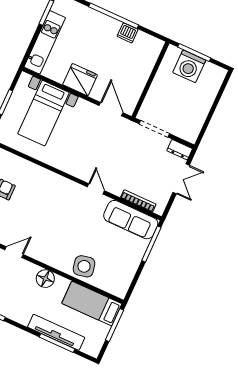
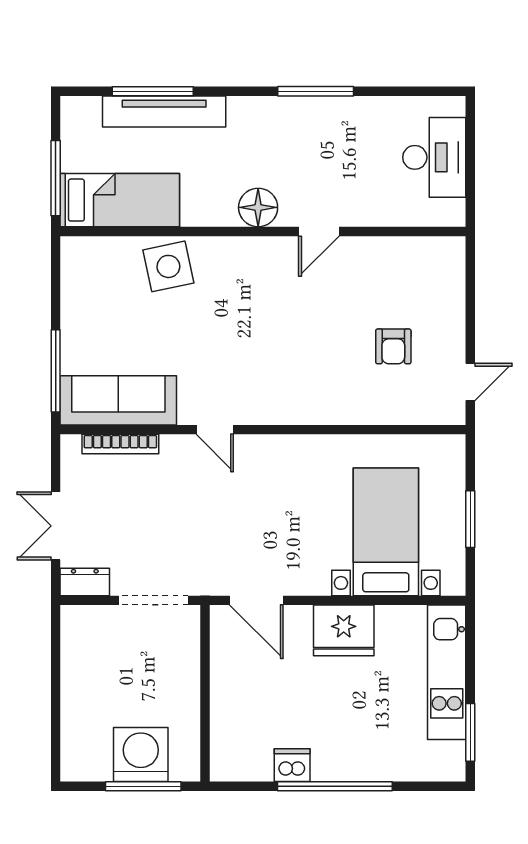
floor lamp: (45, 279) -> (258, 207), moved

